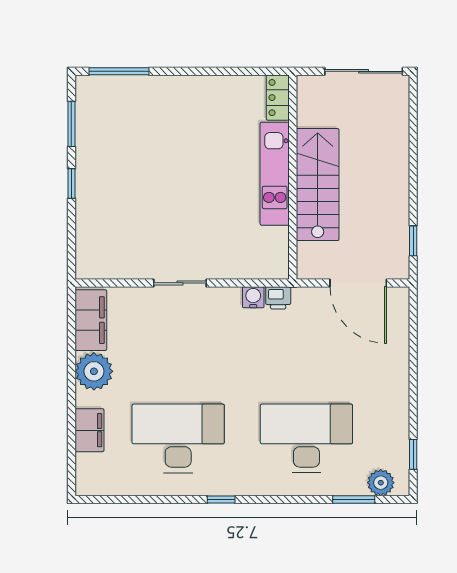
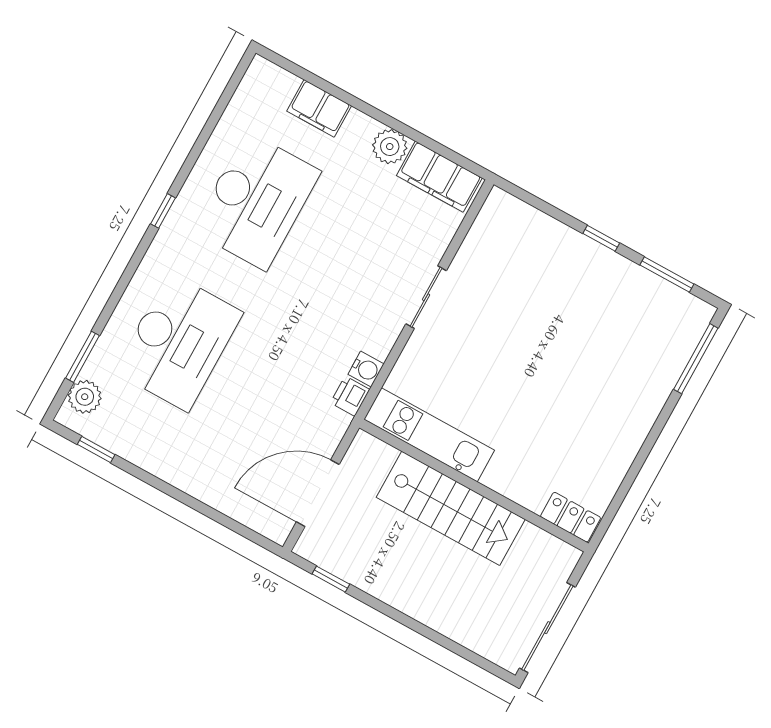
kitchen unit: (275, 174) -> (429, 435), moved
plant: (94, 371) -> (390, 147), width x0.73, depth x0.73

